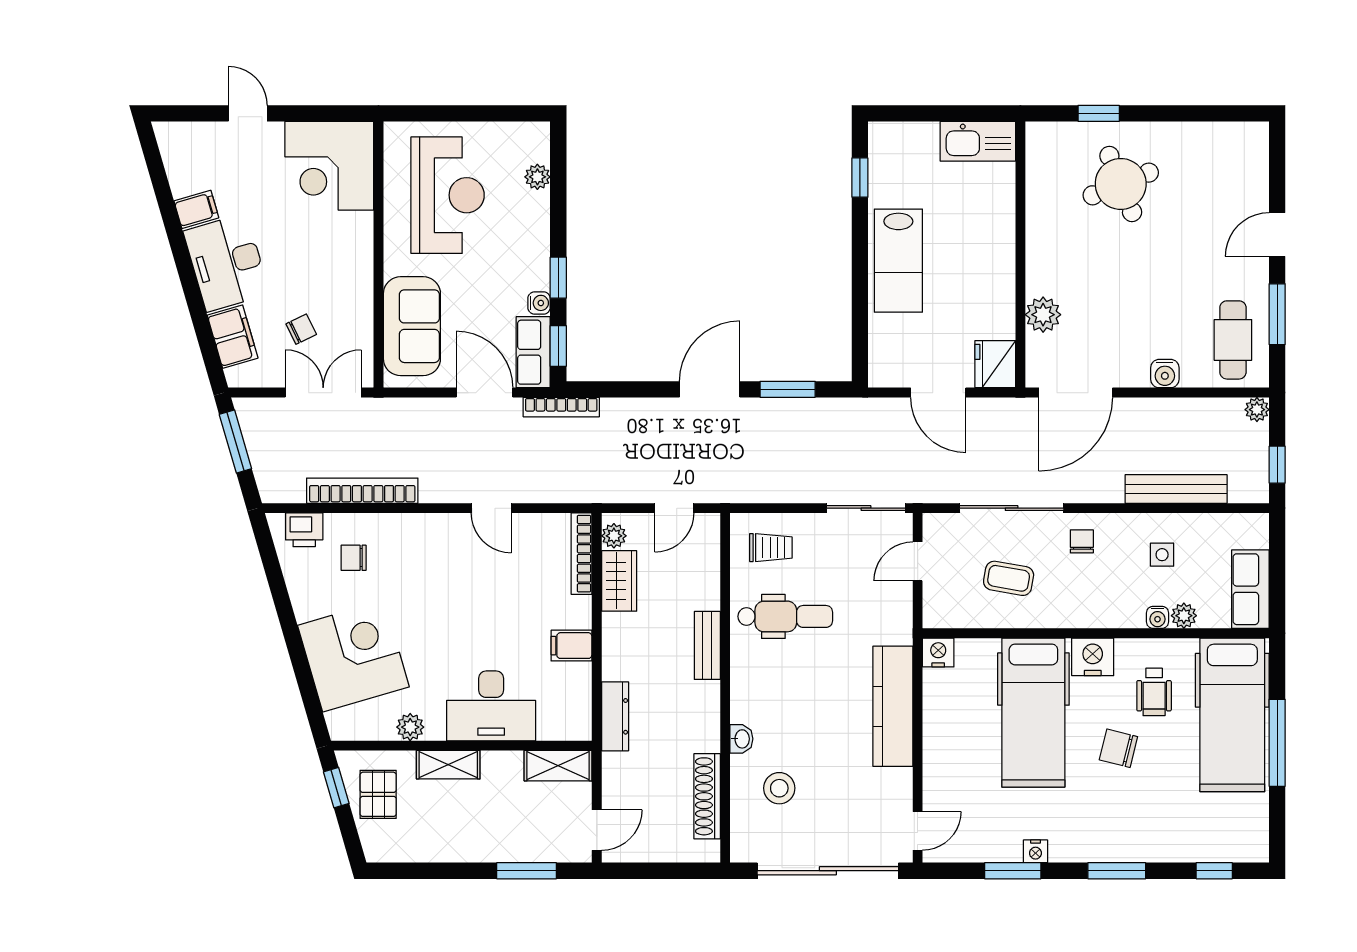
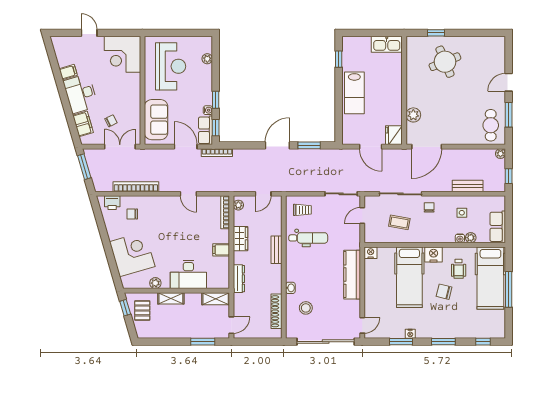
water cooler: (1165, 374) -> (463, 139), removed
bench: (1176, 489) -> (468, 186), width x0.73
wardrobe: (619, 581) -> (241, 239), moved

